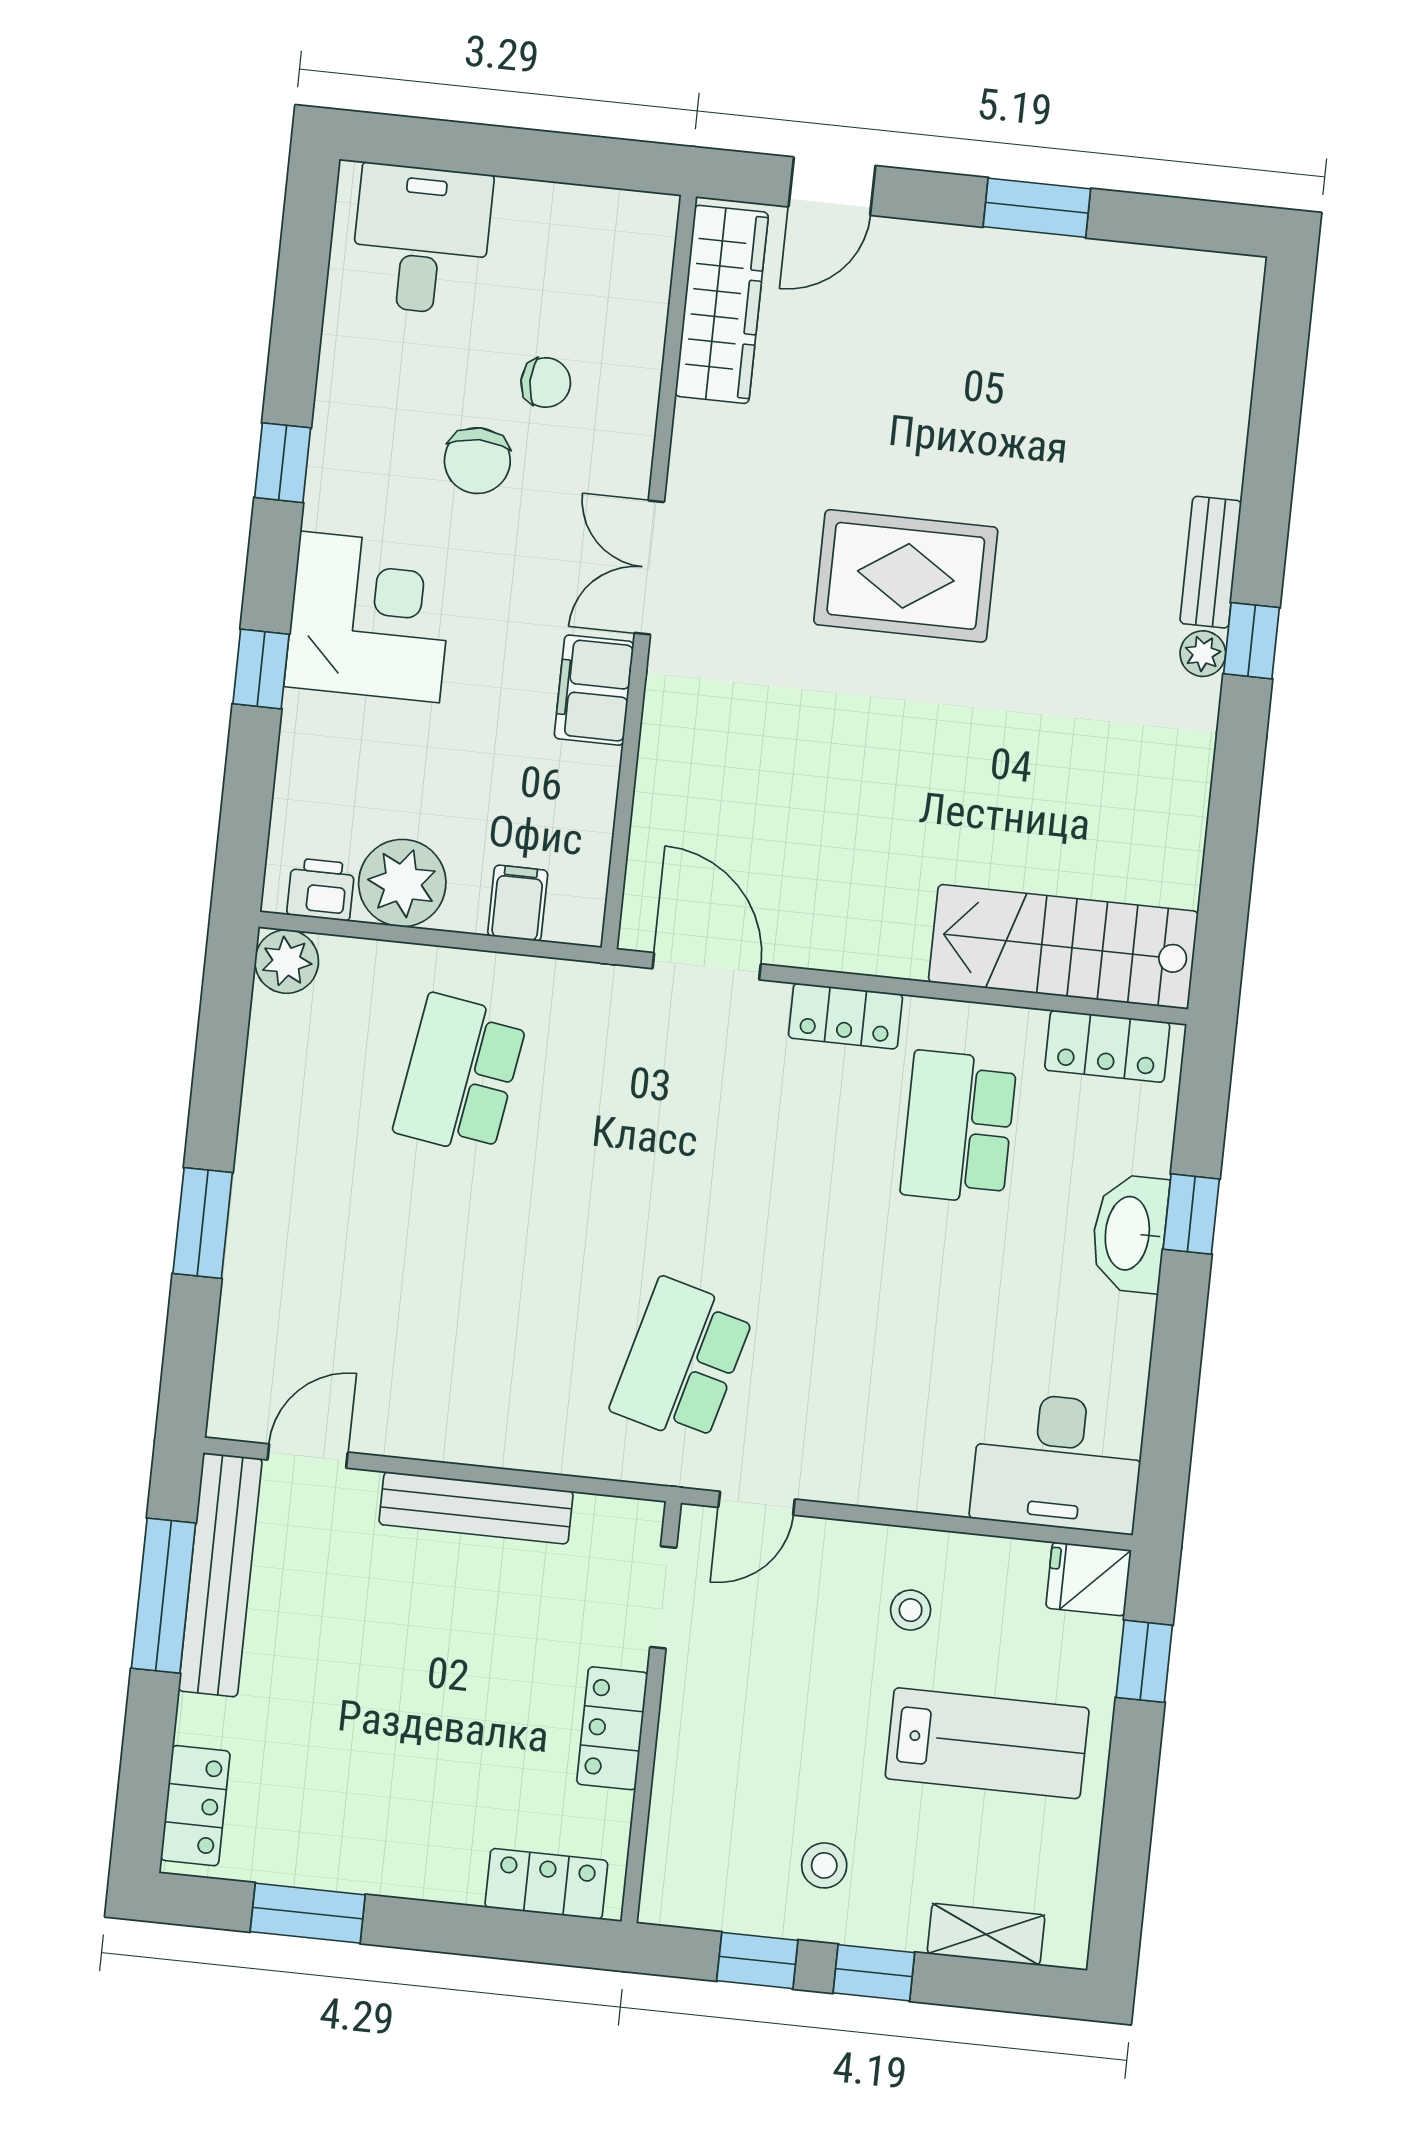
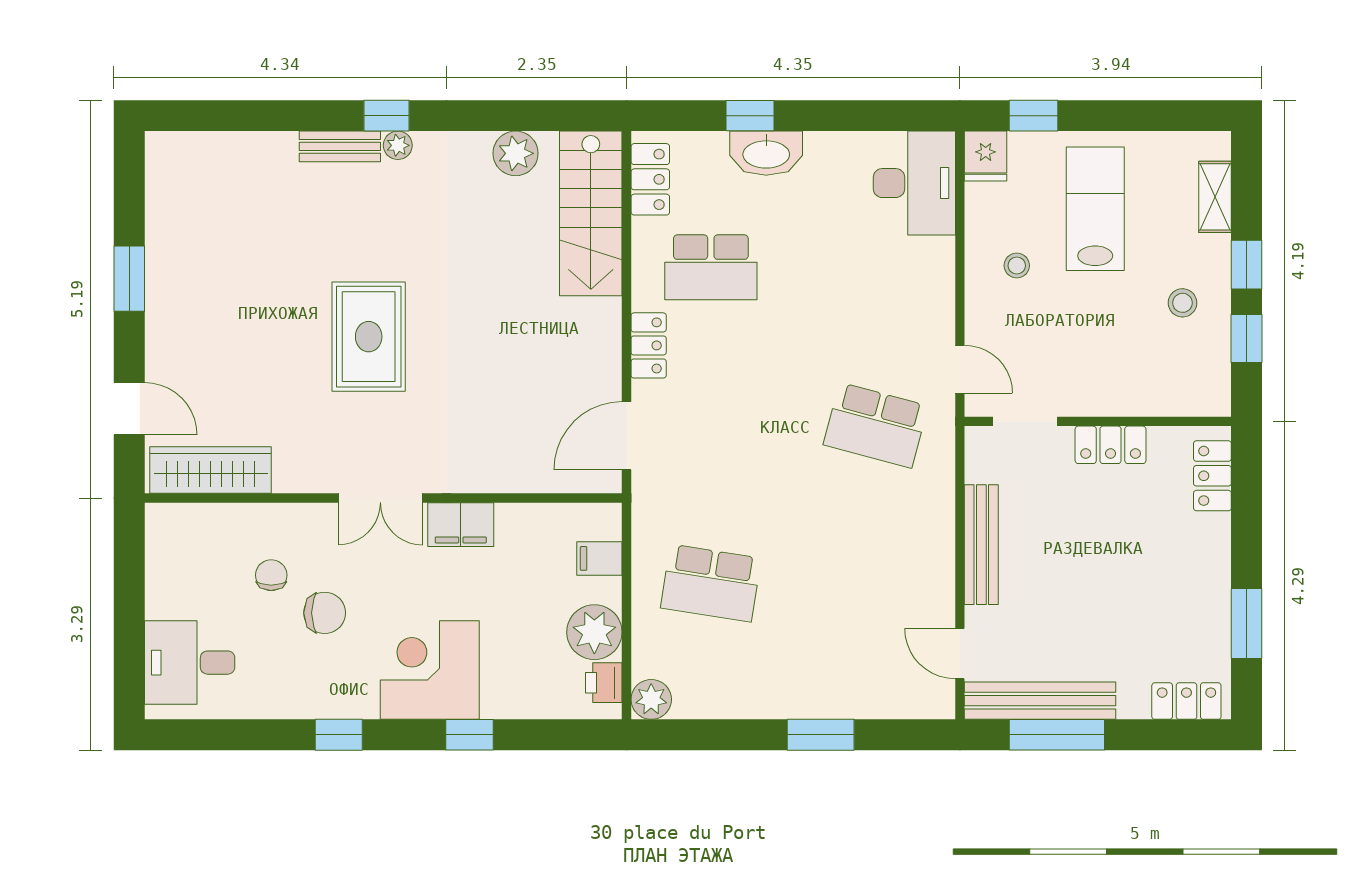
plant: (1171, 838) -> (516, 153), added

